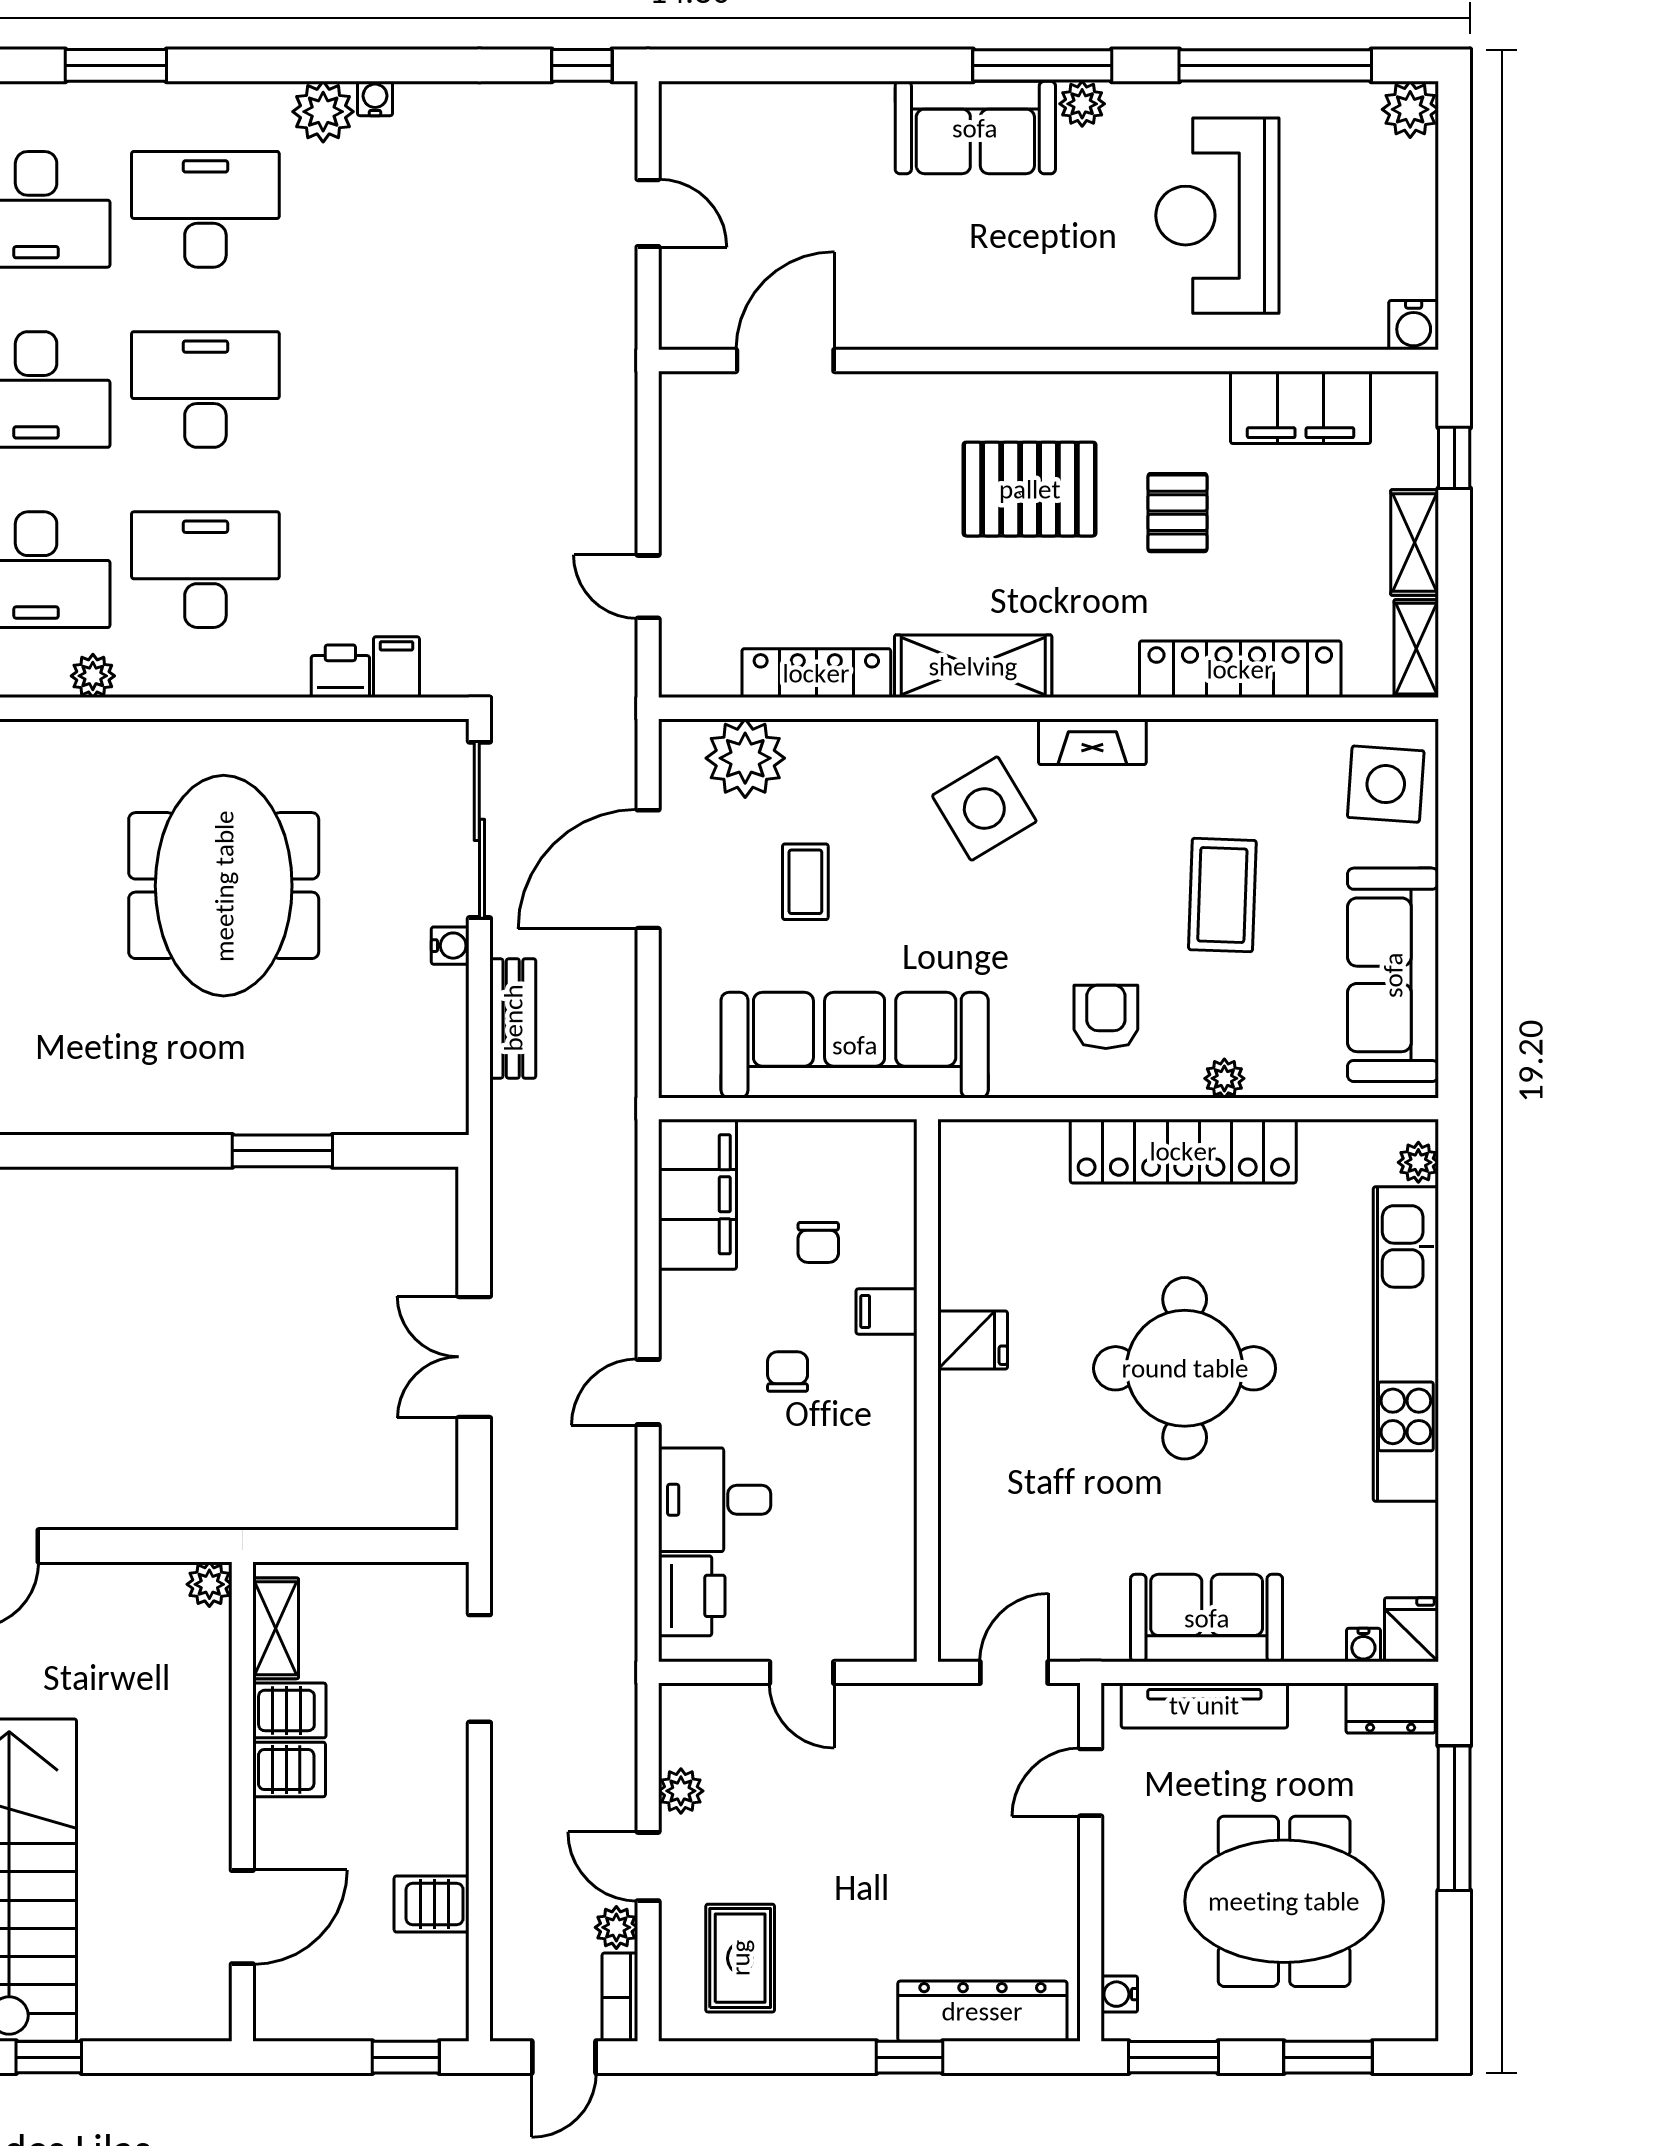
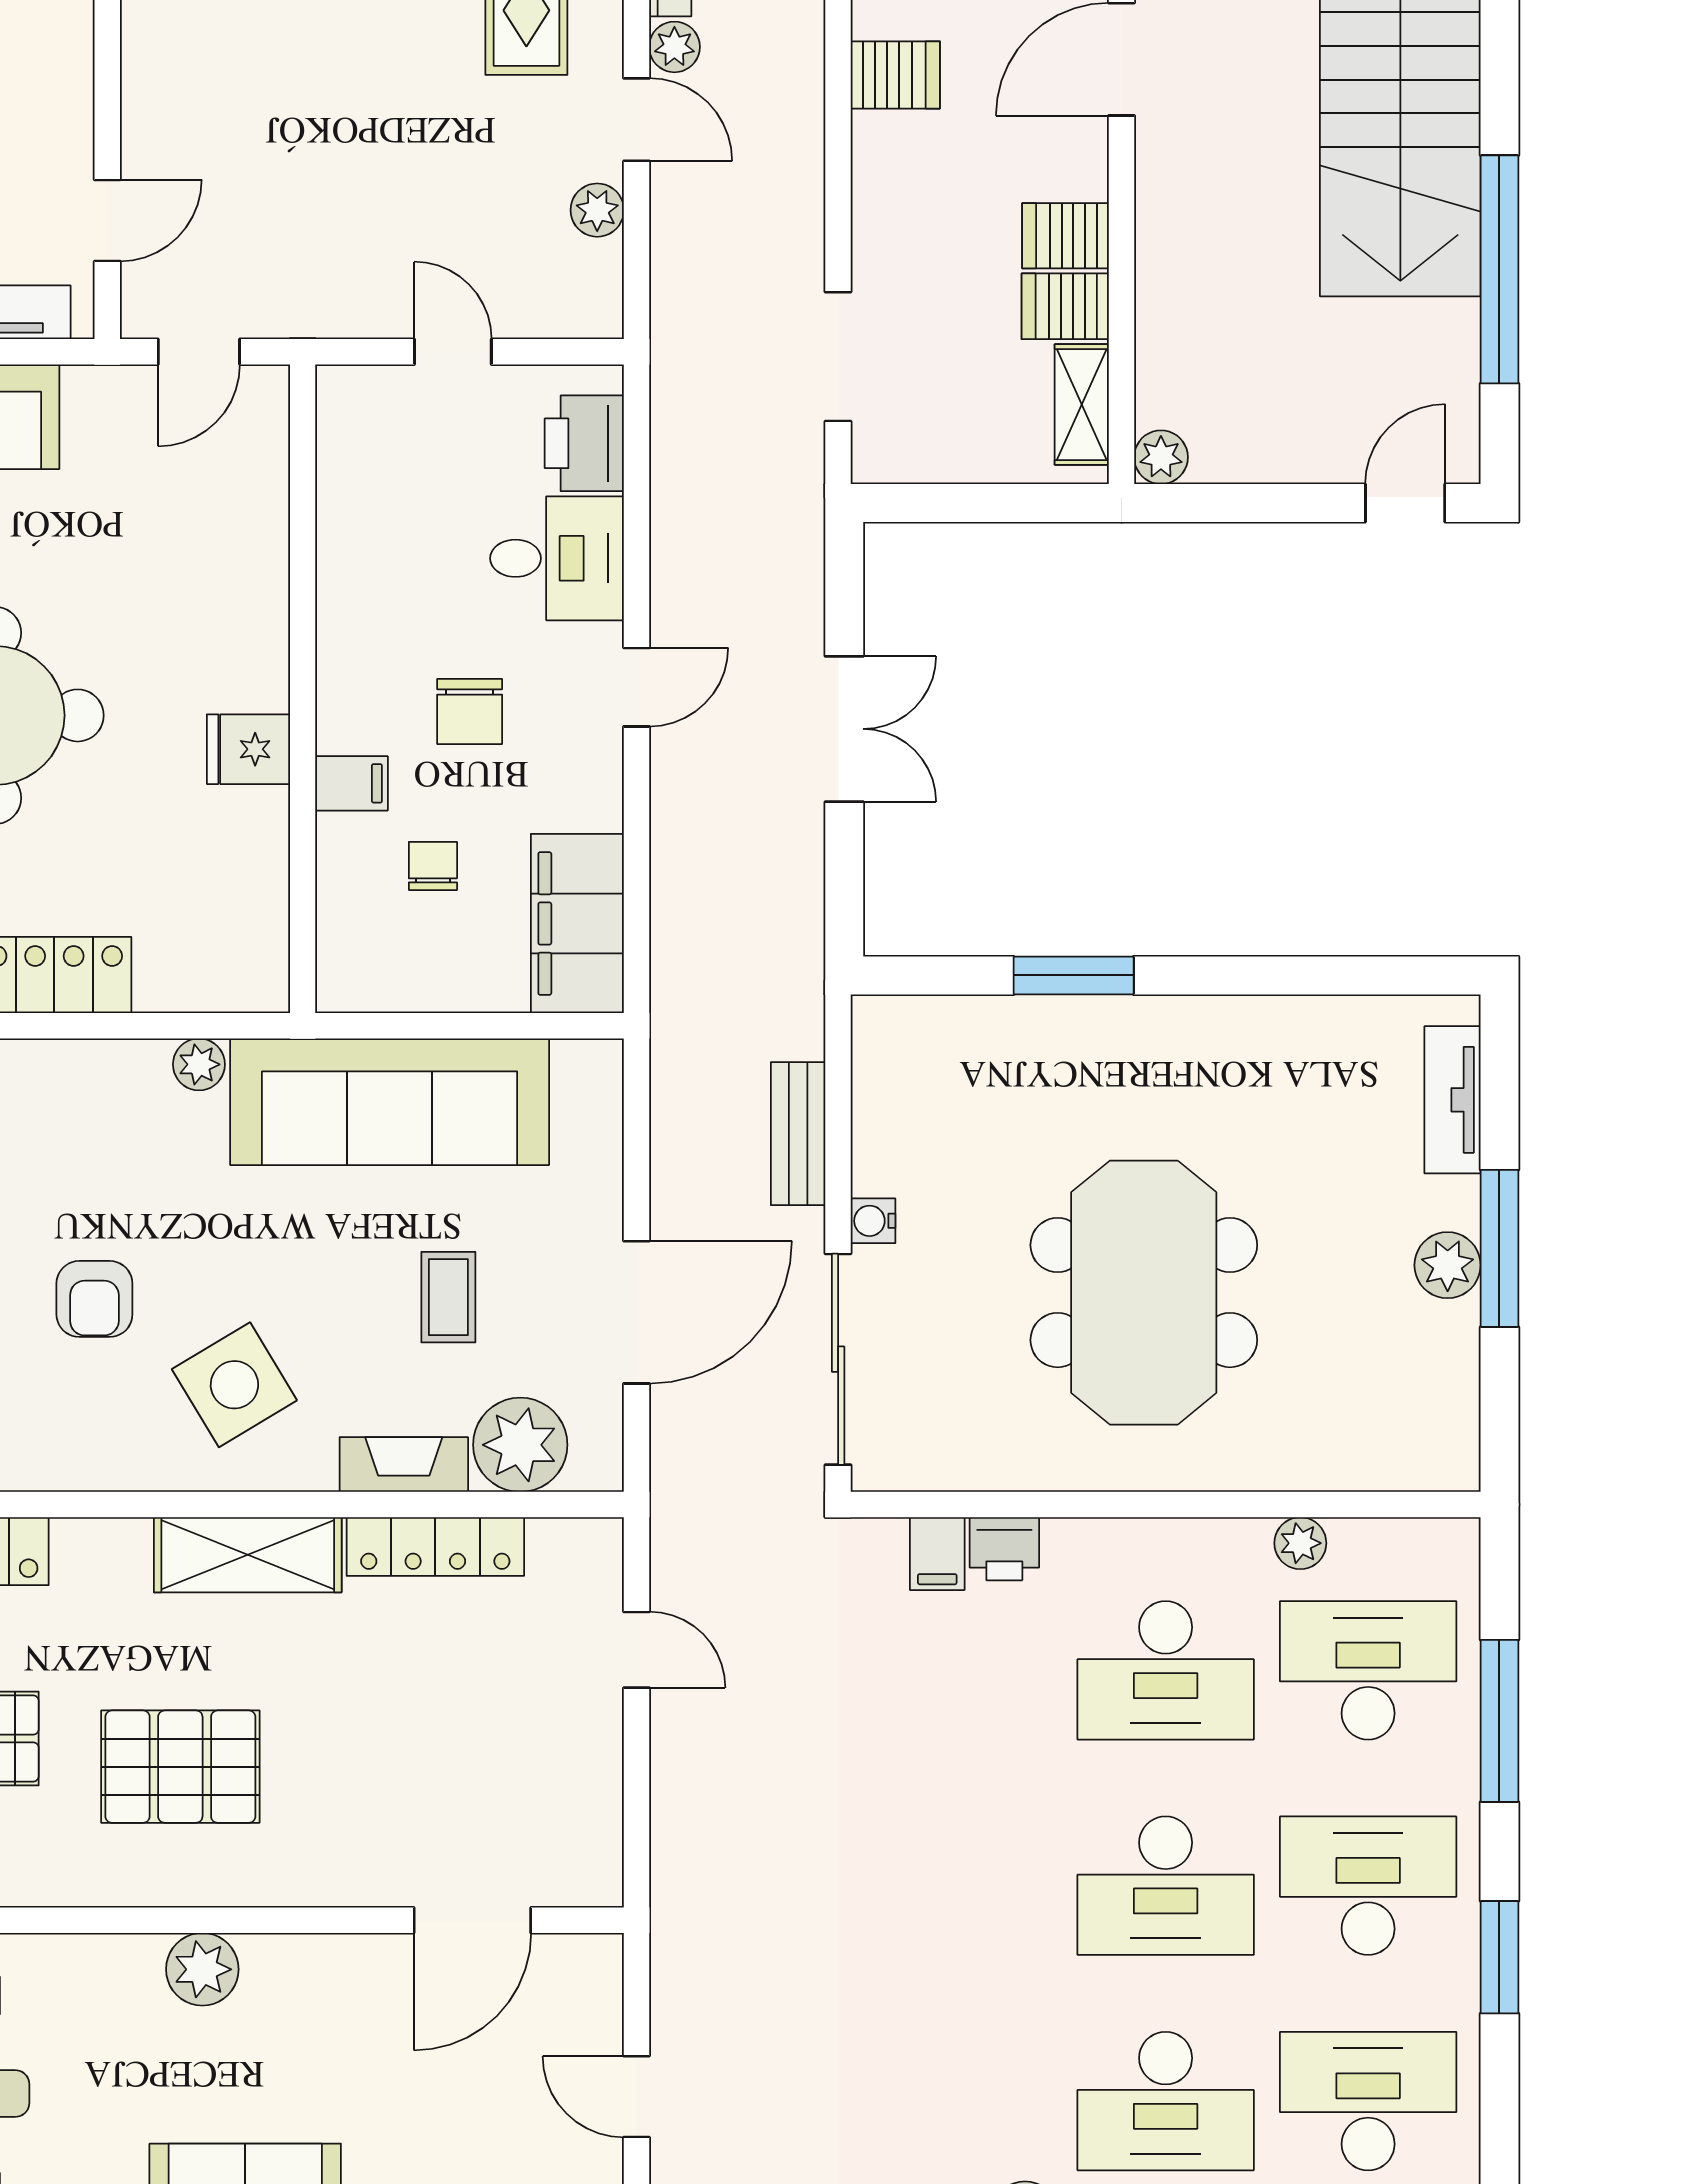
plant: (1011, 320) -> (202, 1969), added
fireplace: (1092, 742) -> (404, 1465), moved
armchair: (1106, 1017) -> (94, 1299), moved
plant: (1014, 1076) -> (199, 1064), added
chair: (788, 1372) -> (470, 711), width x1.37, depth x1.37

